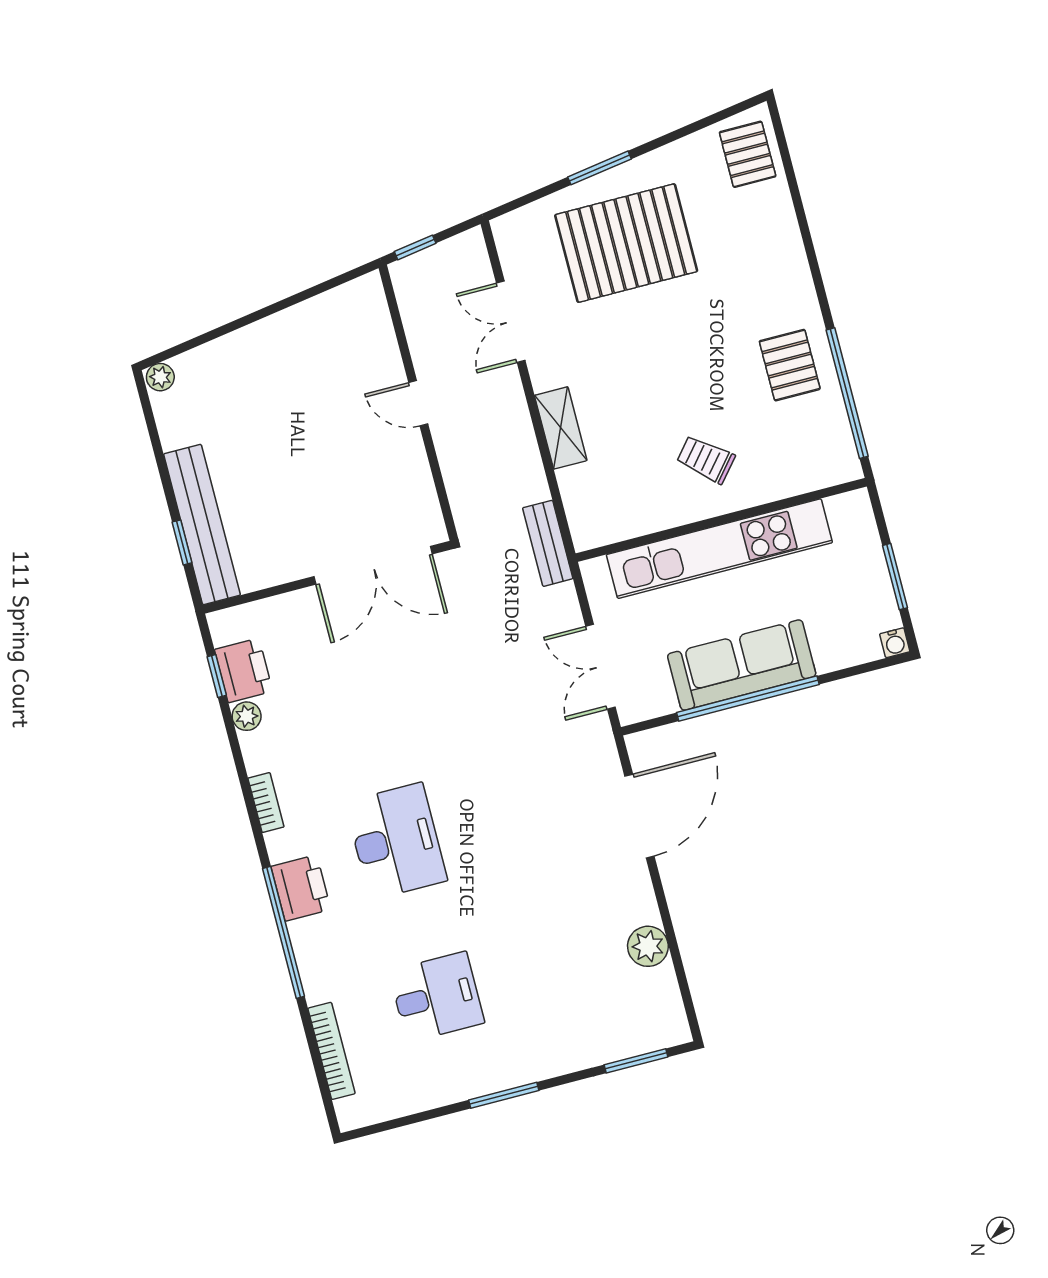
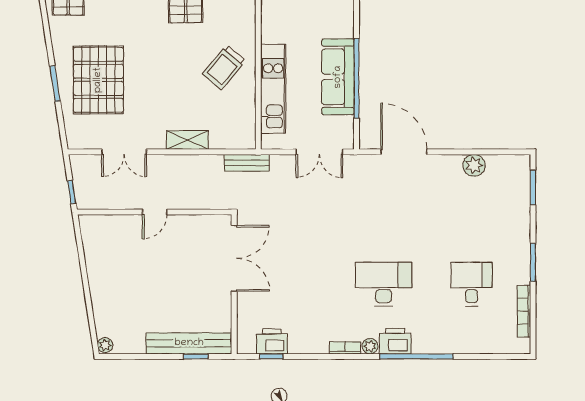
trolley: (706, 459) -> (224, 67), width x1.36, depth x1.39
kitchen unit: (719, 549) -> (273, 89), width x0.73
plant: (247, 716) -> (370, 346), moved
bookcase: (332, 1051) -> (524, 311), moved, turned -90

